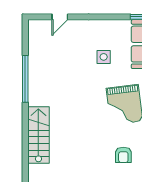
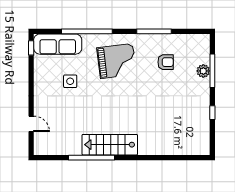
stairs: (38, 135) -> (110, 145), moved

